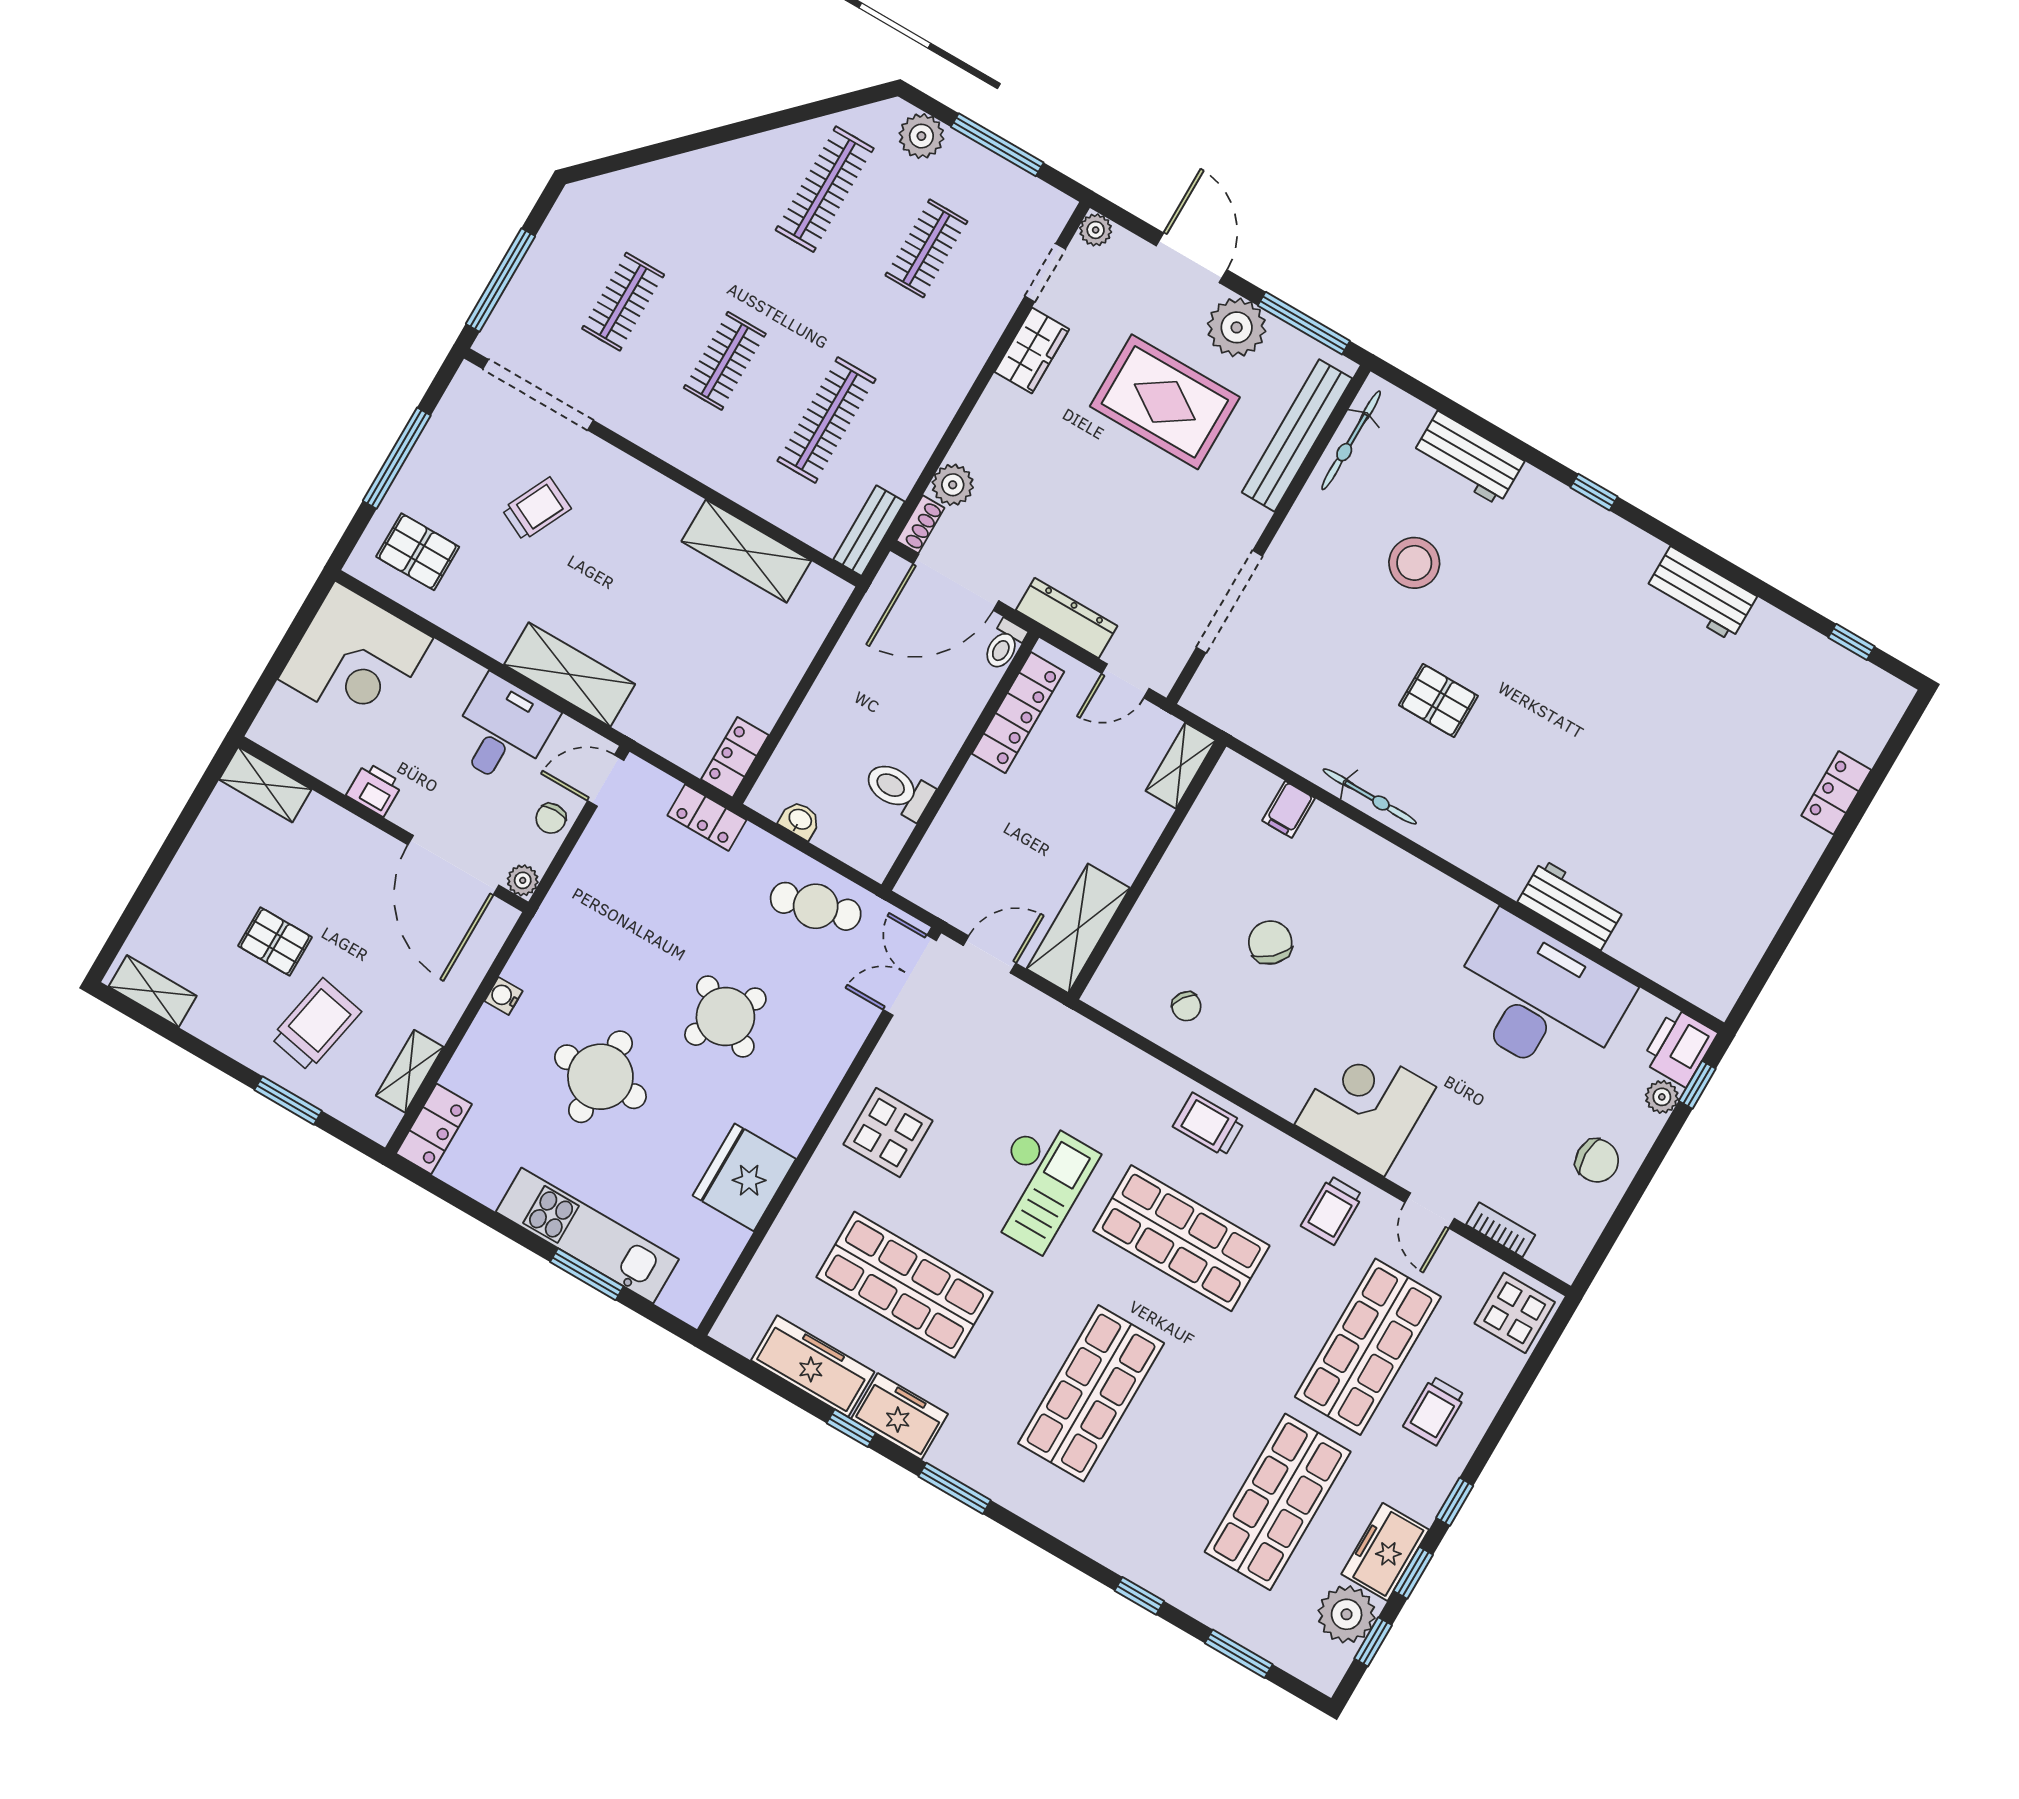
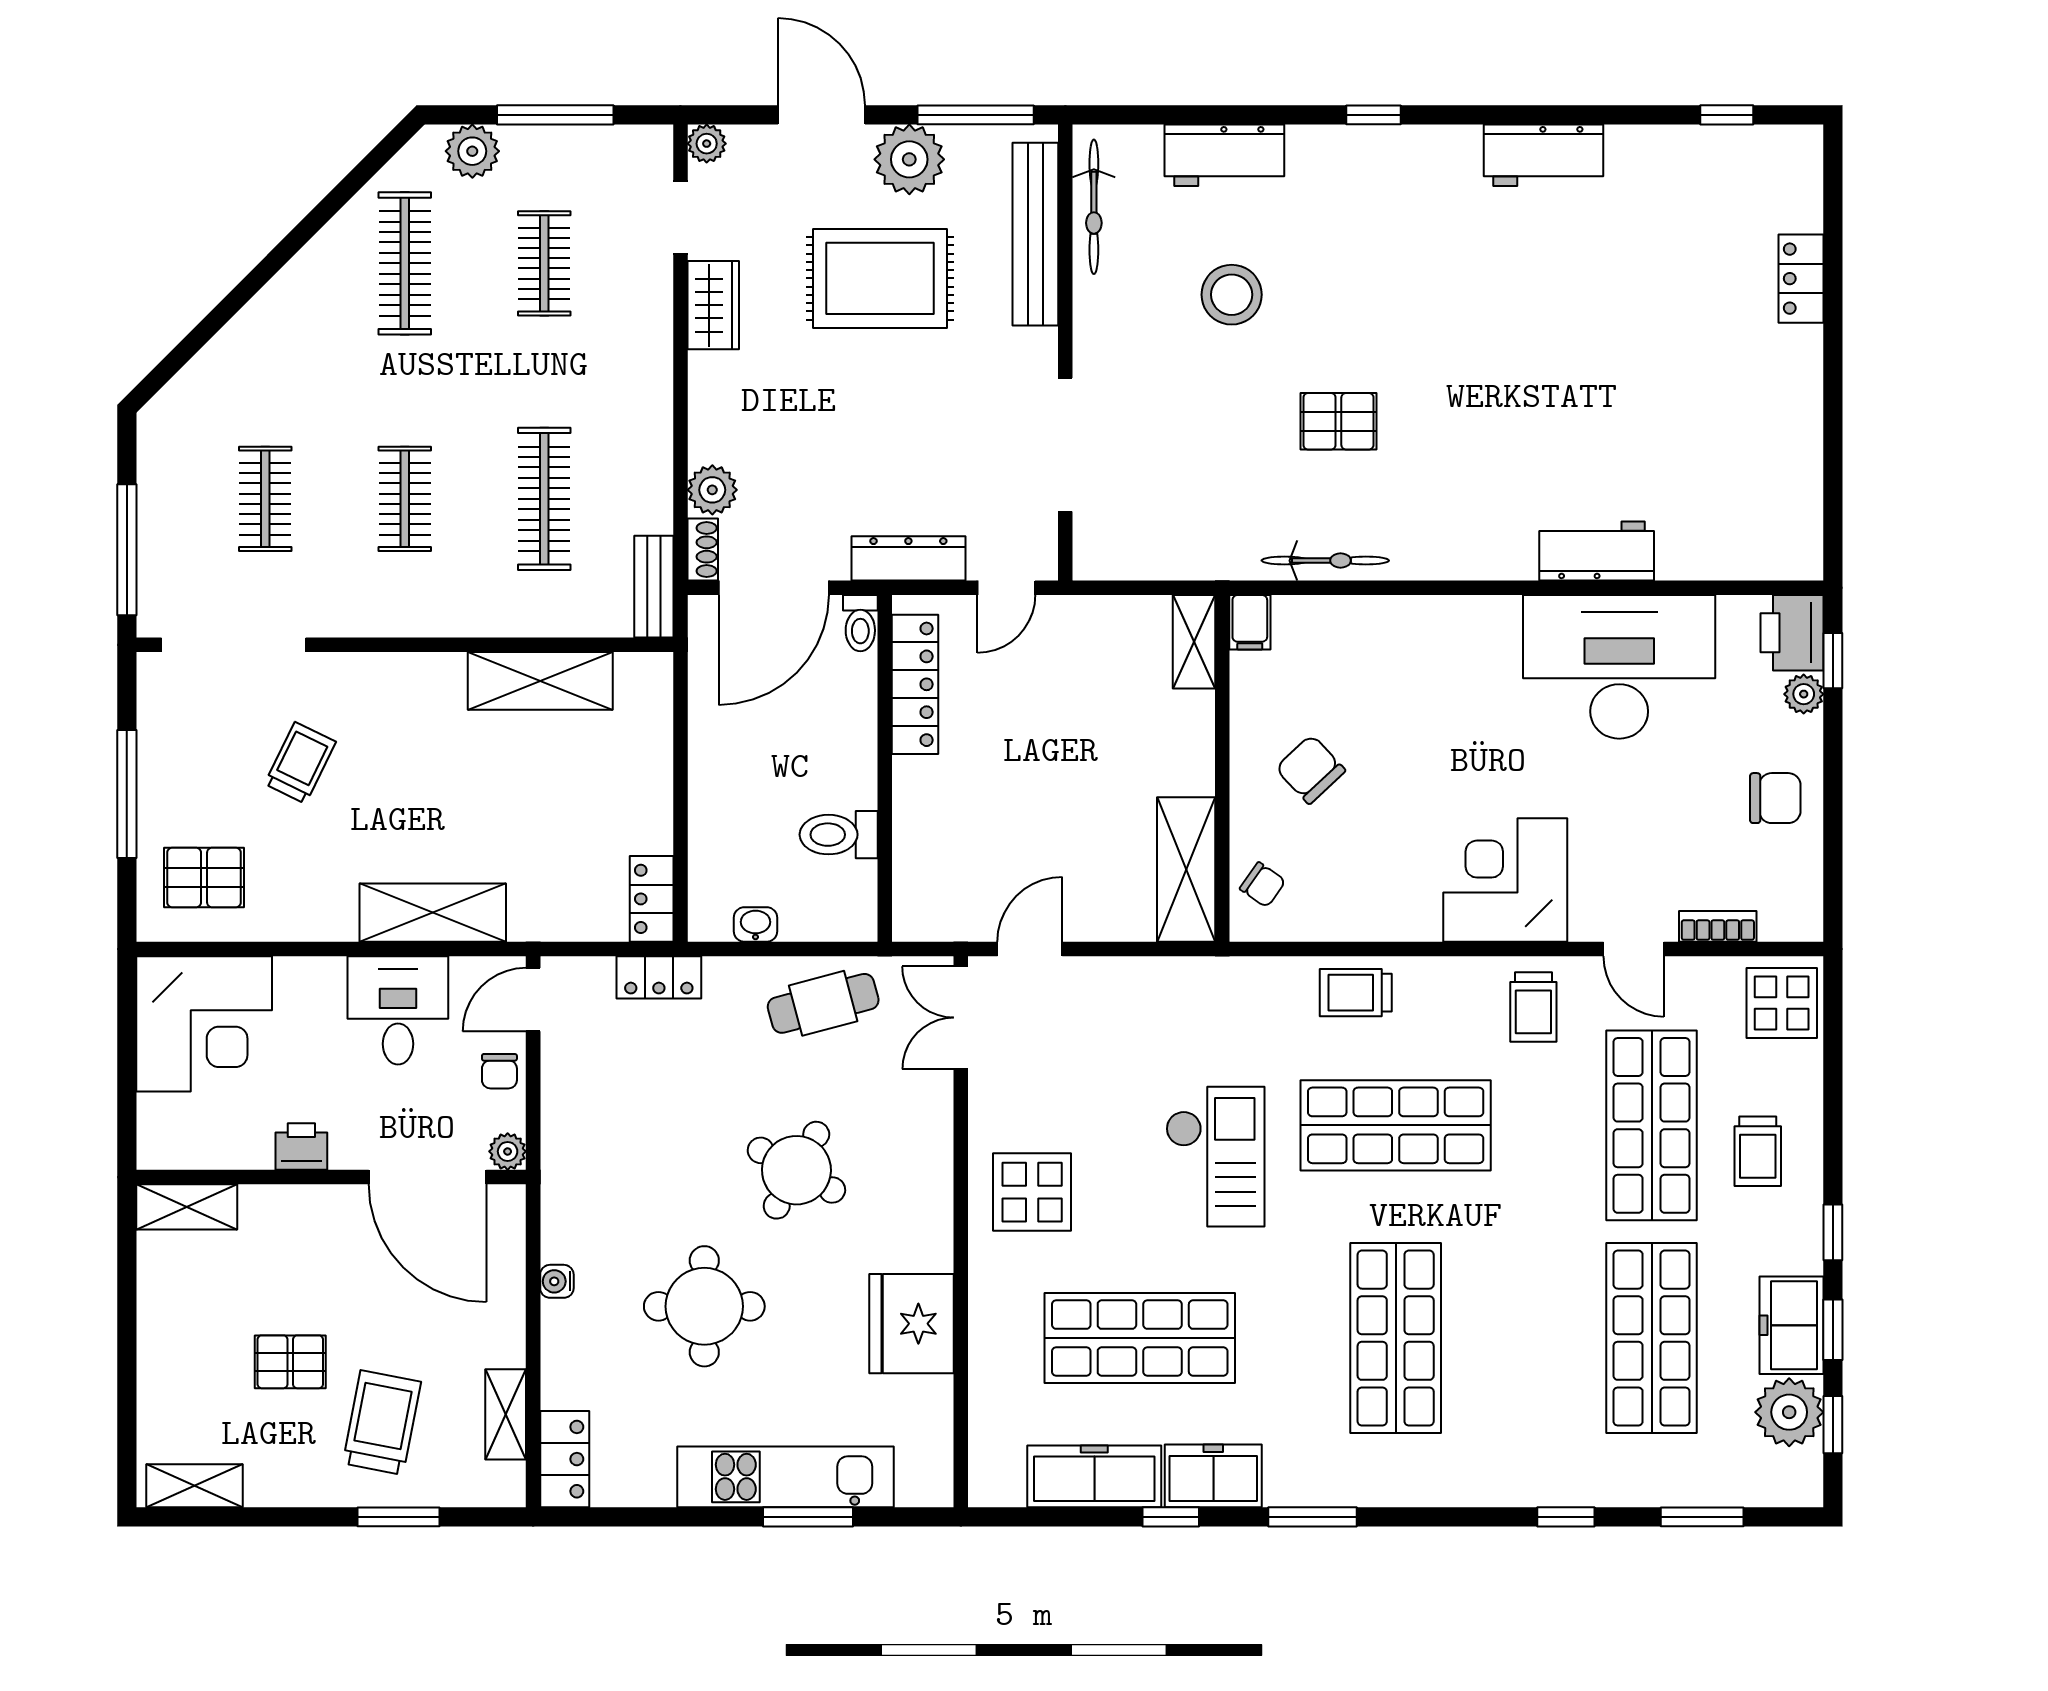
shelving: (1181, 766) -> (1194, 642), moved
wall: (1147, 870) -> (1222, 768), moved
shelving: (1078, 928) -> (1186, 869), moved

